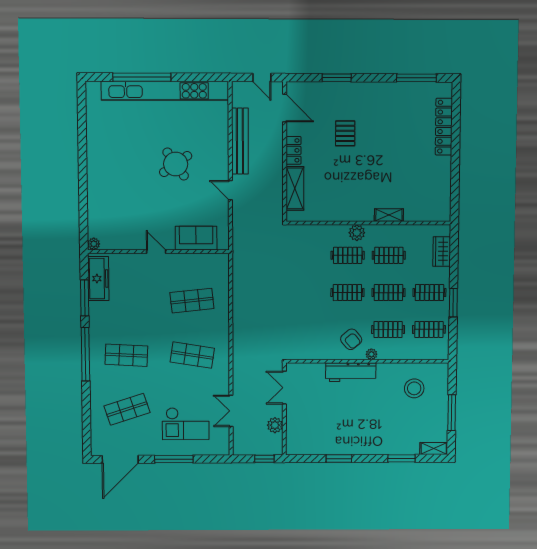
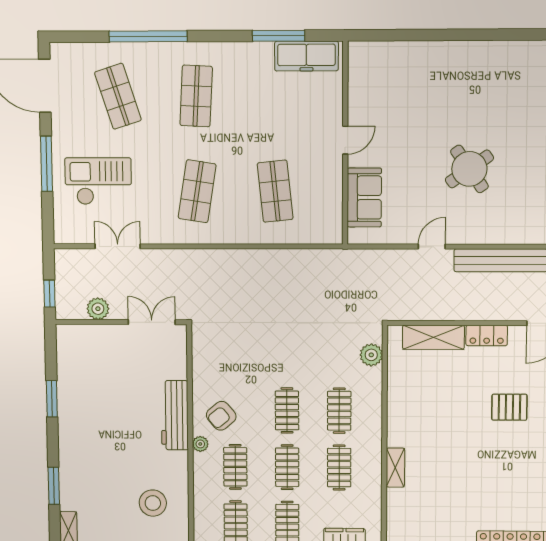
plant: (357, 233) -> (371, 355), moved
plant: (94, 244) -> (356, 50), removed
window: (85, 354) -> (148, 36), moved
checkout: (186, 424) -> (98, 181), turned 90

